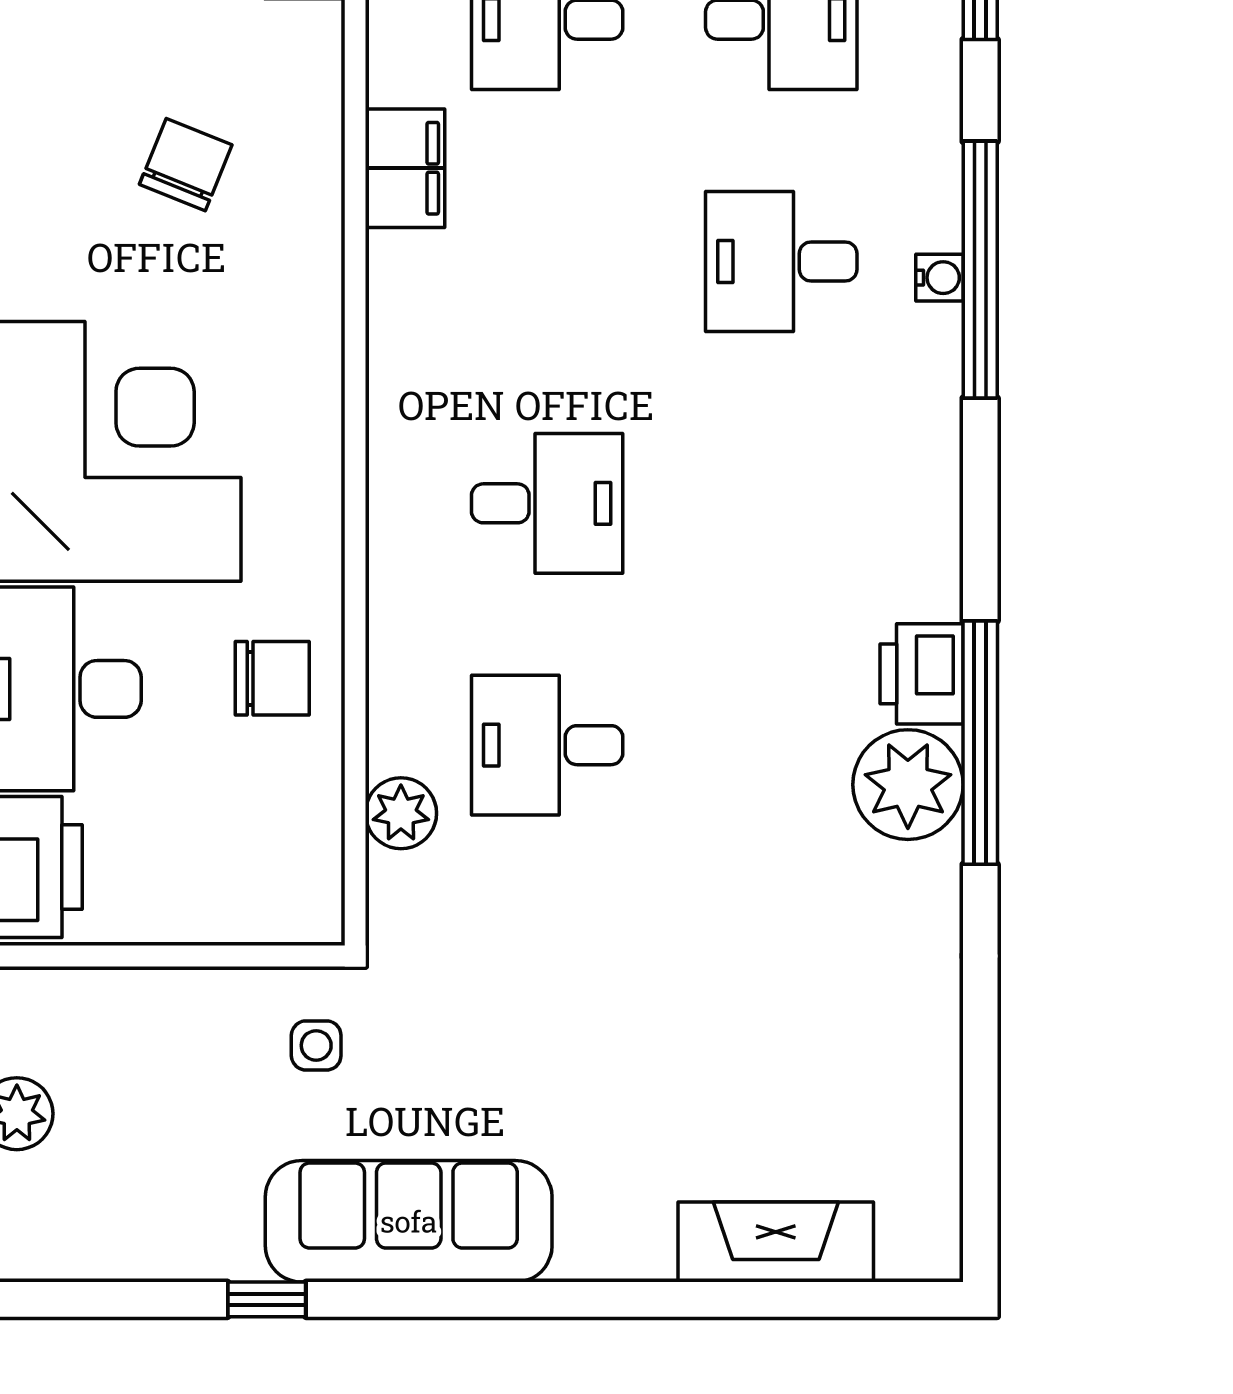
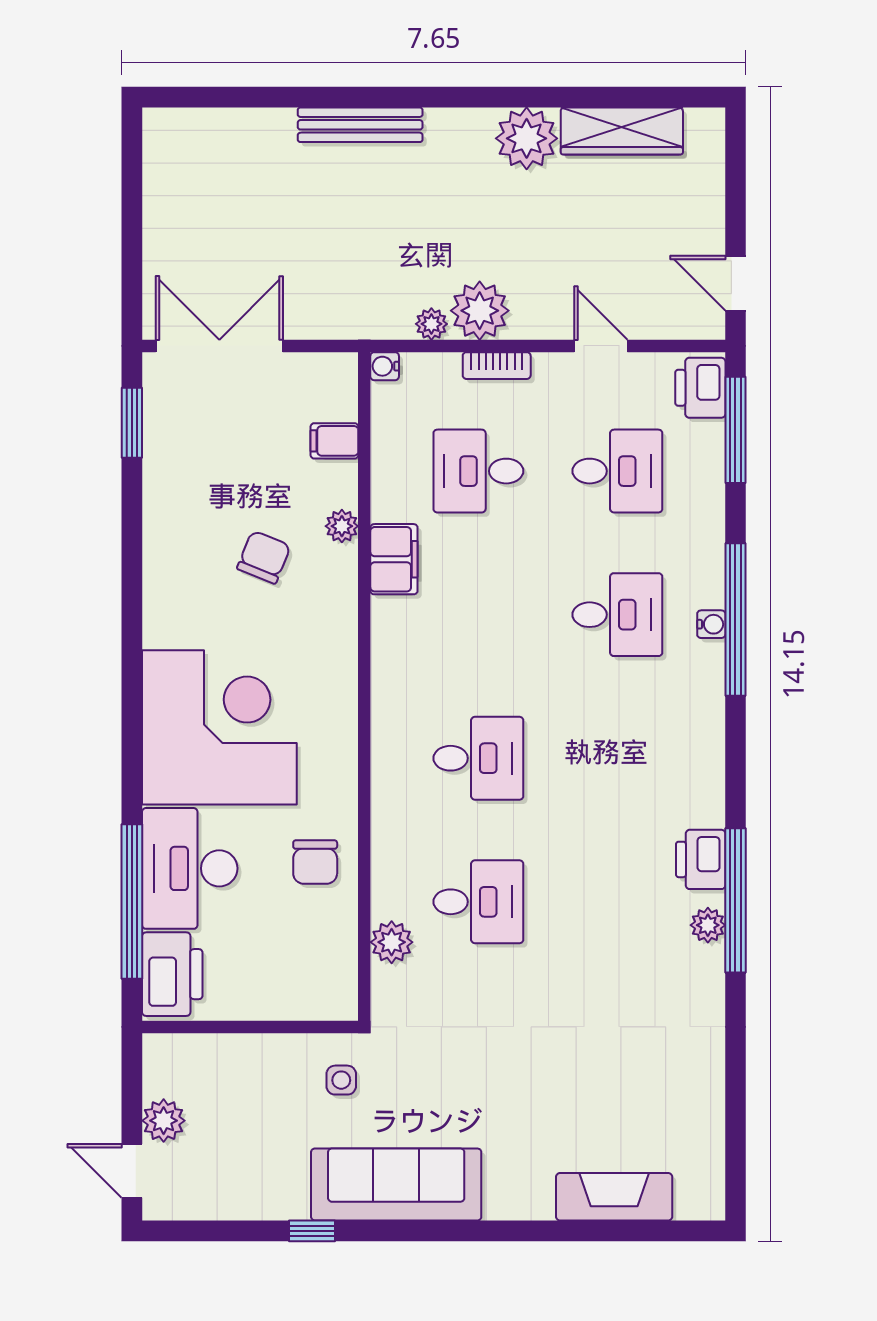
plant: (317, 112) -> (342, 526), added
desk: (781, 261) -> (617, 615), turned 180
chair: (272, 678) -> (315, 862), turned 90
desk: (547, 745) -> (478, 902), turned 180
plant: (908, 785) -> (708, 925), width x0.53, depth x0.53

